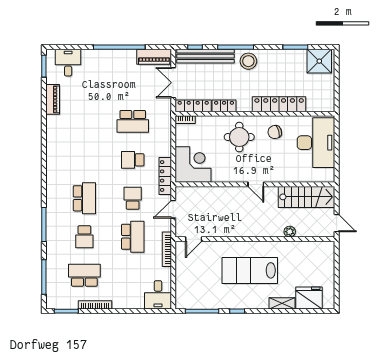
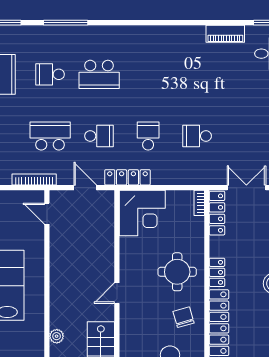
locker: (224, 106) -> (217, 272), moved
school desk: (133, 121) -> (197, 136), width x0.54
school desk: (133, 237) -> (50, 136), turned 180

